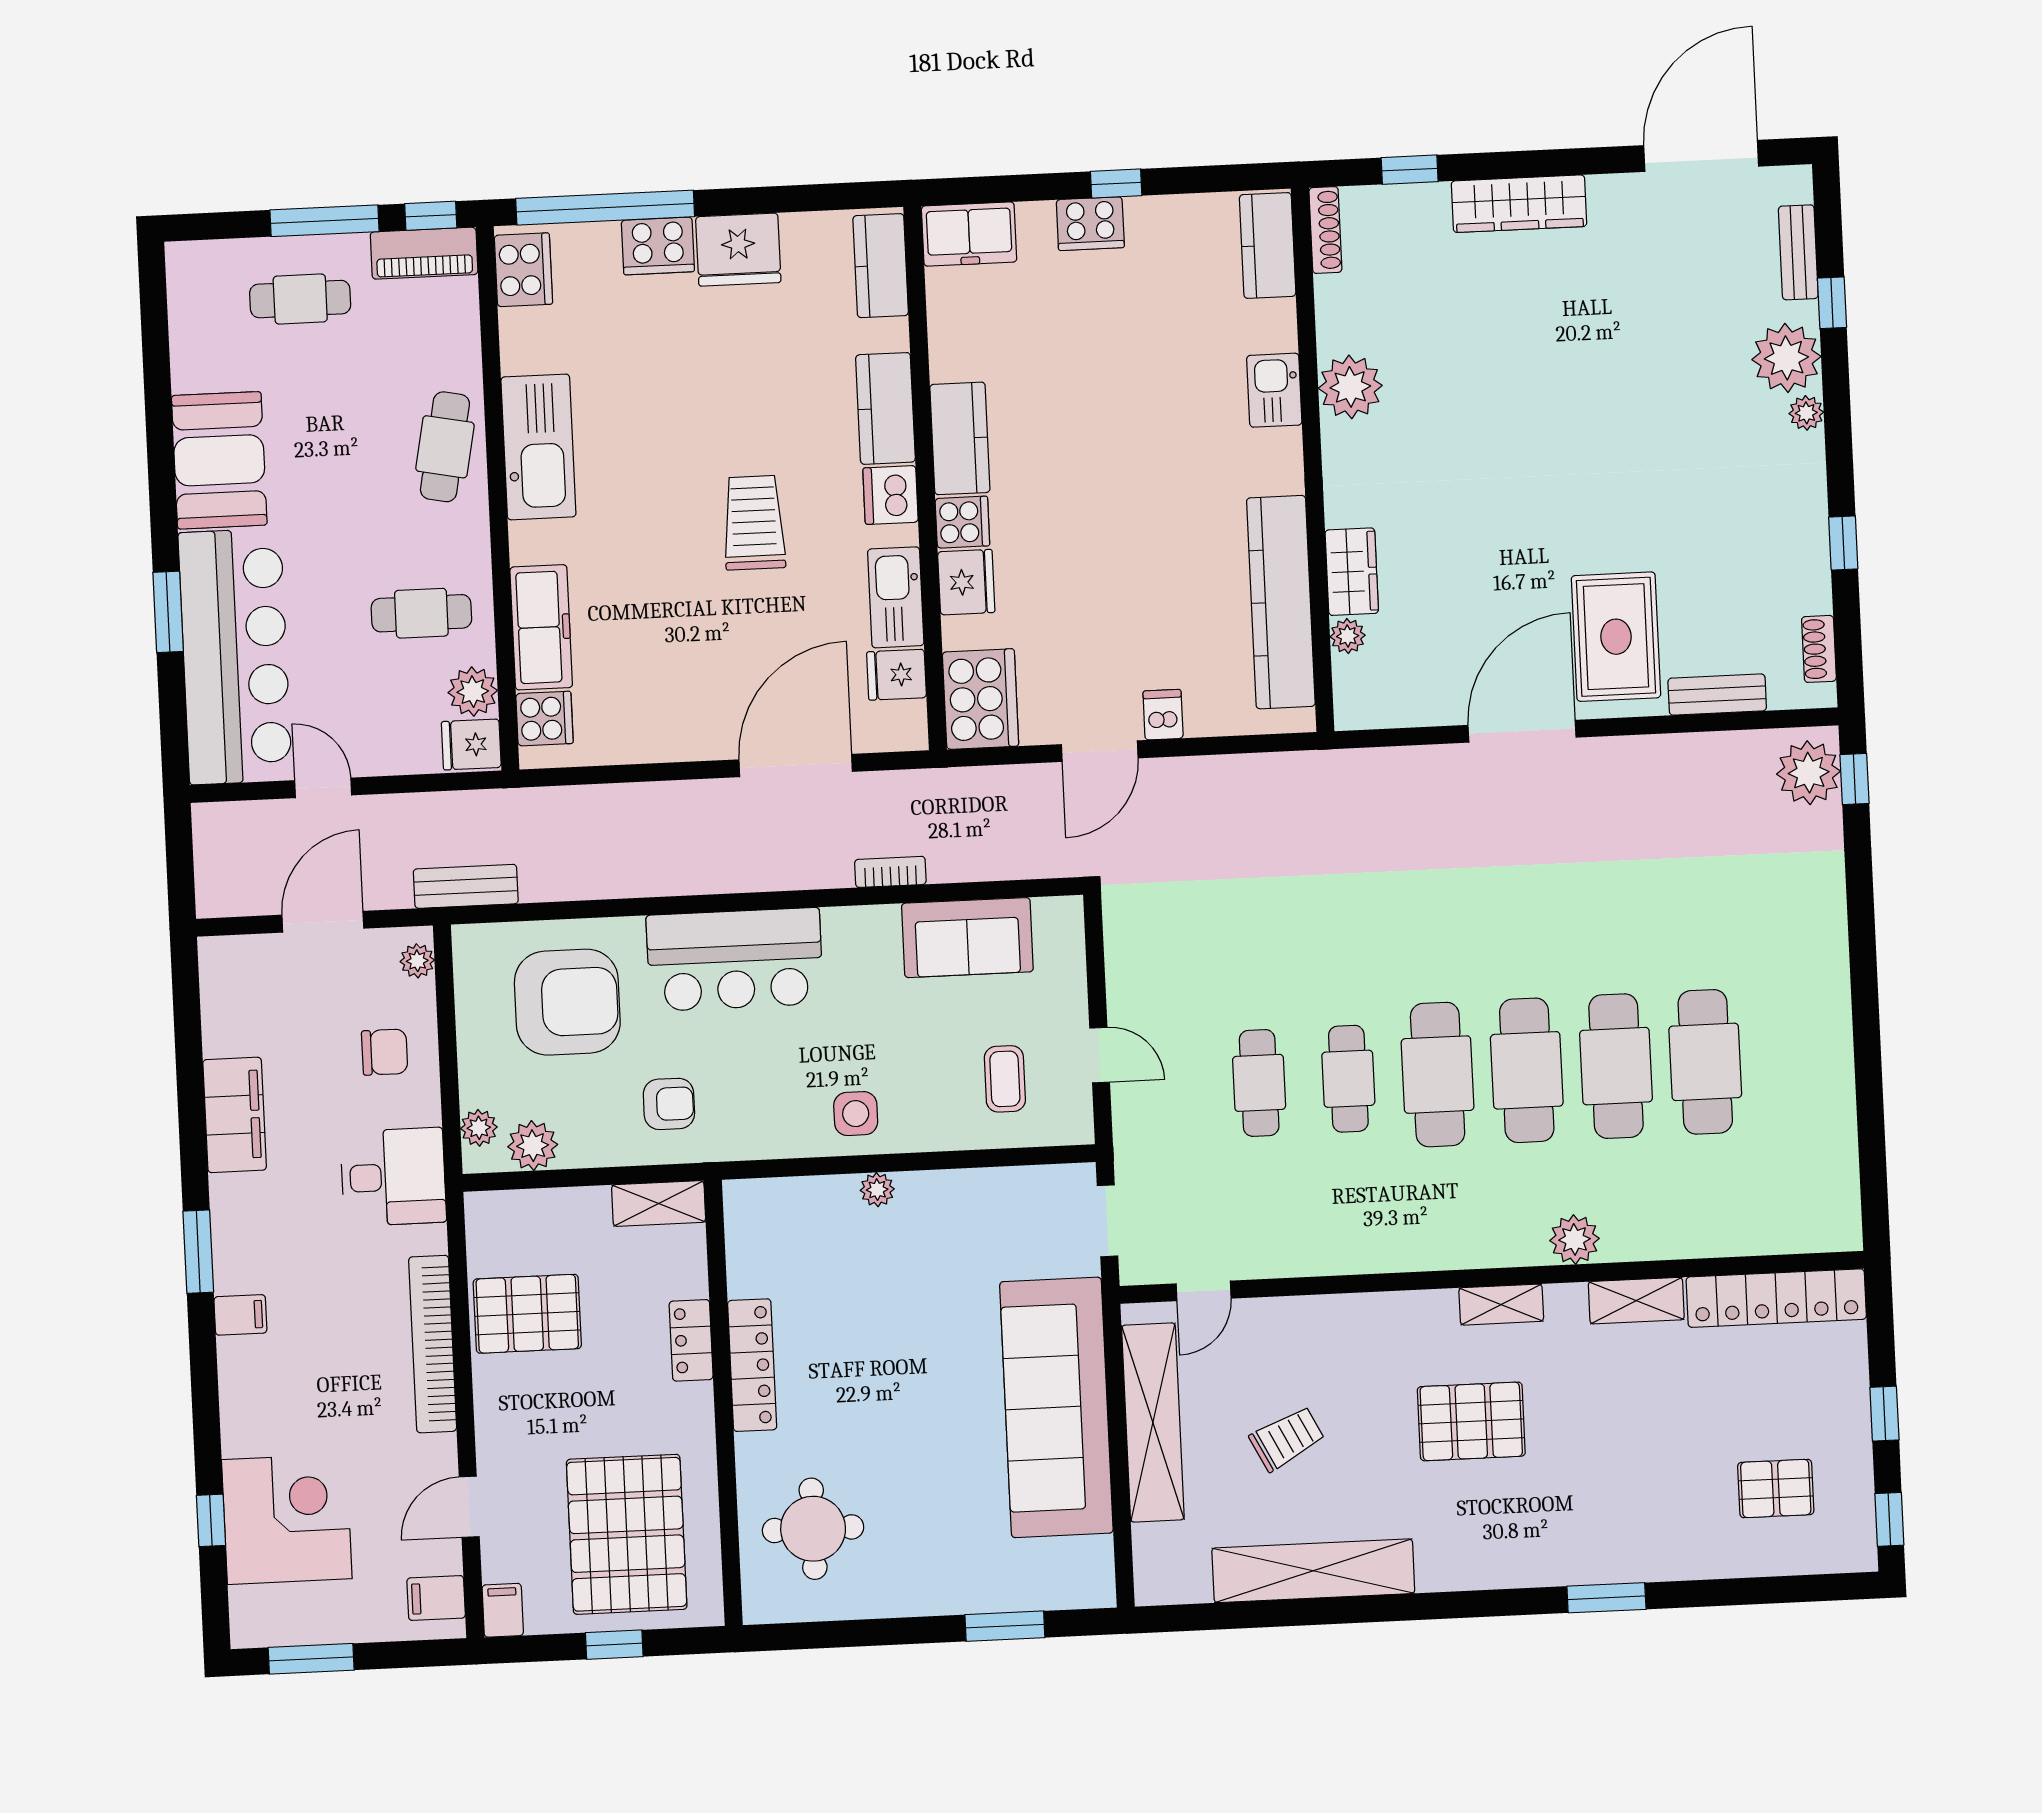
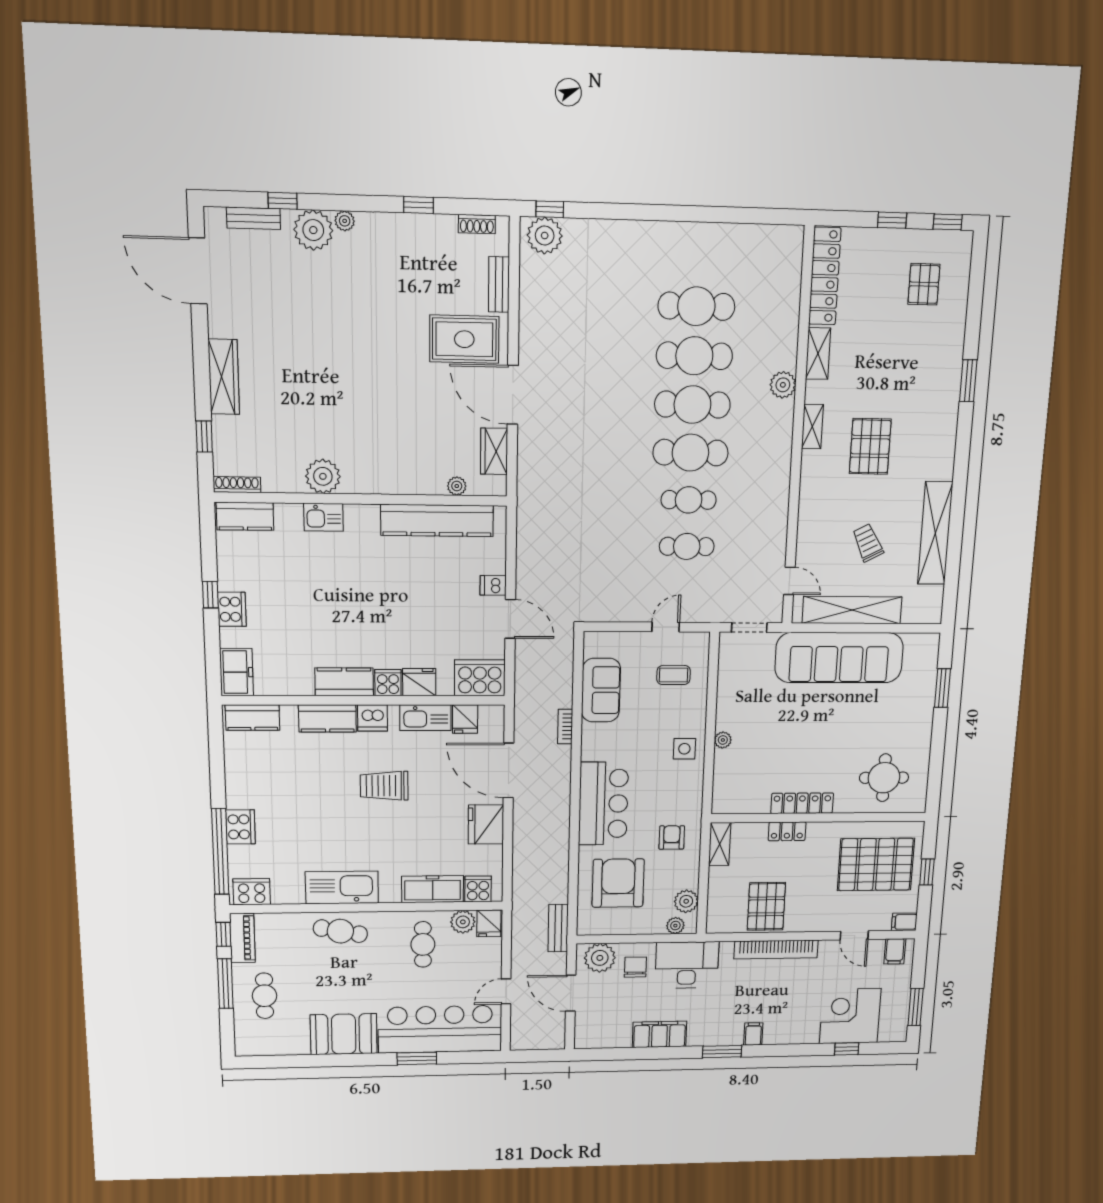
fridge: (738, 250) -> (486, 824), moved, turned 180
wardrobe: (1352, 572) -> (494, 451), moved, turned -90
plant: (417, 961) -> (600, 958), width x1.88, depth x1.88
desk: (393, 1177) -> (687, 965), width x1.37

